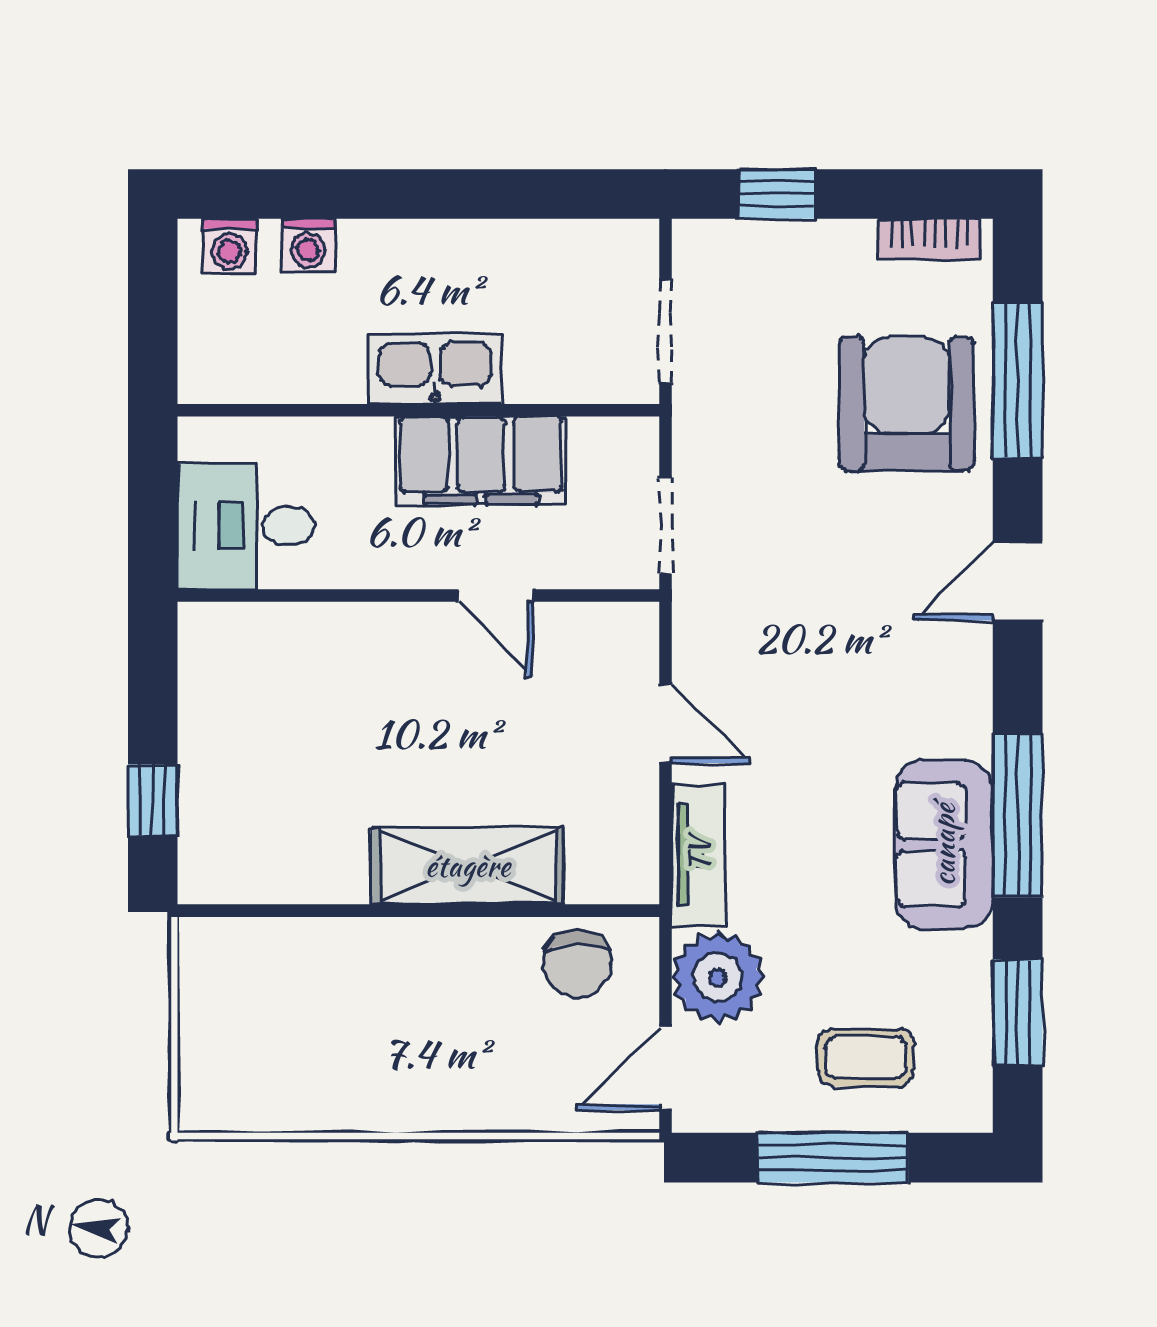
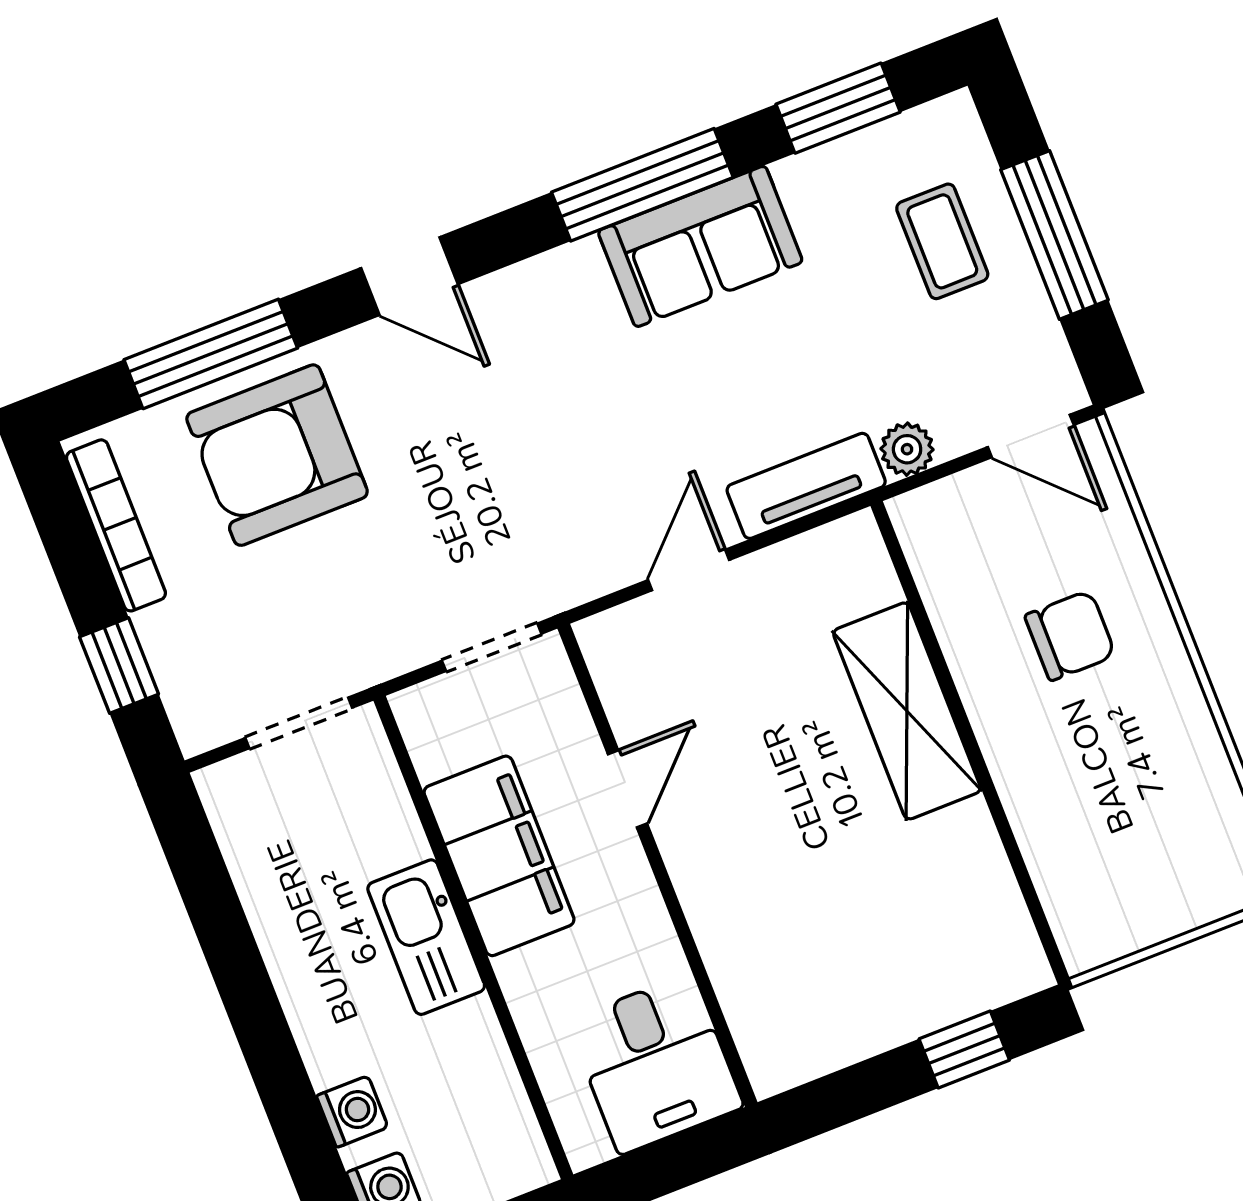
bookcase: (929, 239) -> (116, 525), width x1.56
chair: (577, 964) -> (1070, 635), moved
plant: (718, 977) -> (907, 449), width x0.53, depth x0.53

